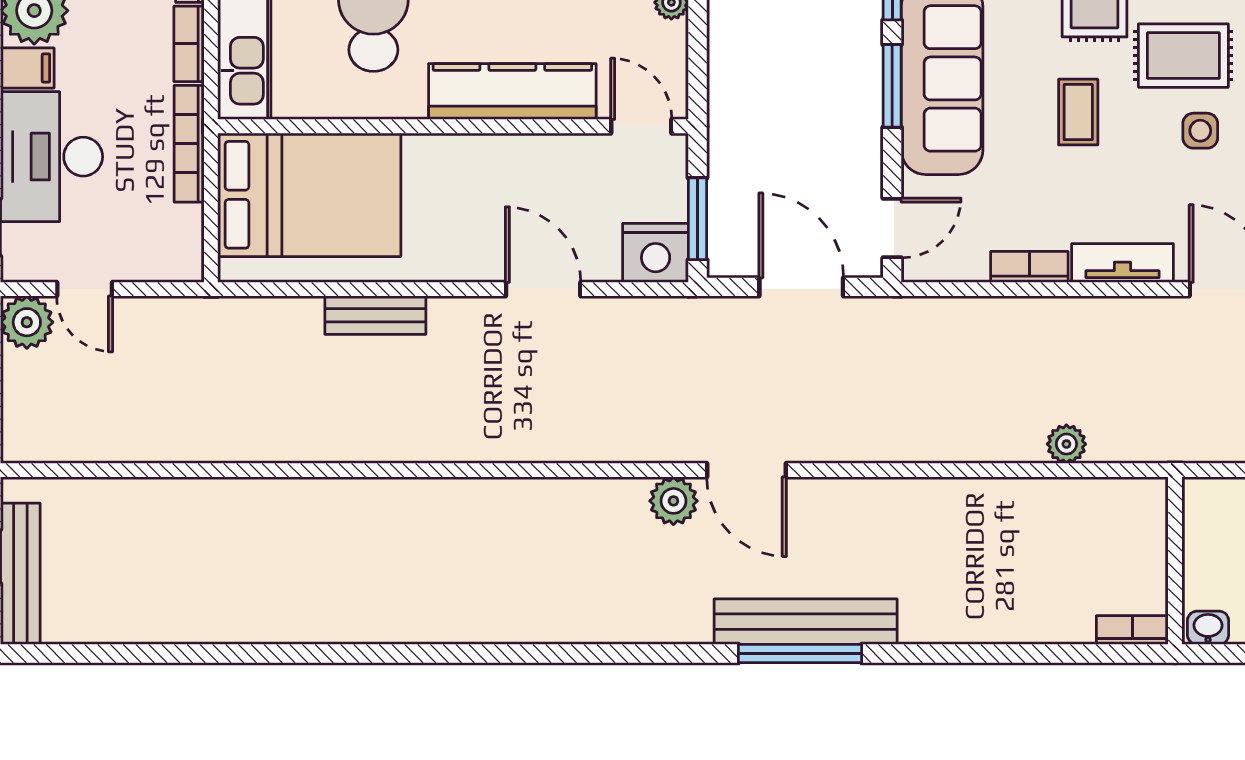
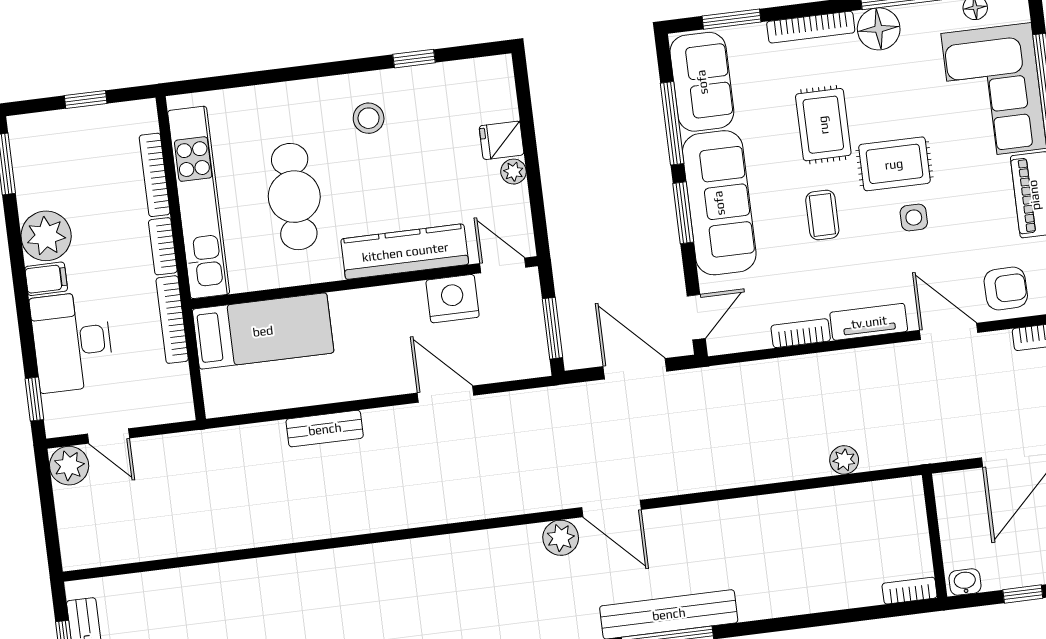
bed: (309, 195) -> (263, 331), width x0.67
nightstand: (656, 253) -> (453, 299), moved, turned 180

